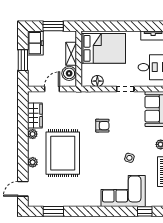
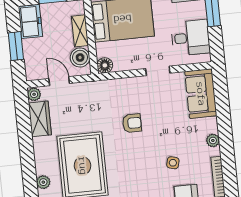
floor lamp: (97, 81) -> (105, 65), moved
door: (52, 89) -> (59, 81), hinge flipped
plant: (33, 134) -> (34, 94), moved

